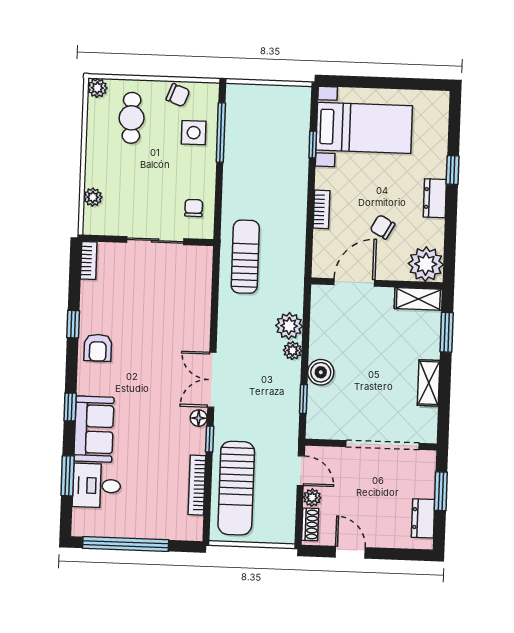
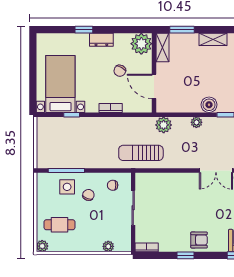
chair: (178, 95) -> (88, 195), moved
plant: (289, 326) -> (164, 125), moved

